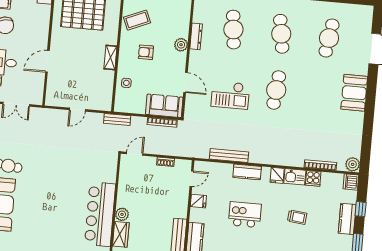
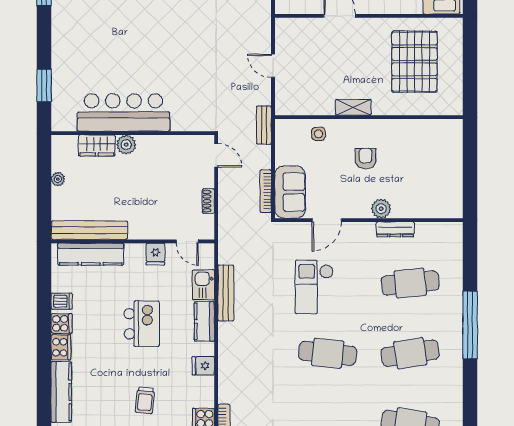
coffee table: (137, 20) -> (412, 141), removed
kitchen sink: (295, 177) -> (203, 285), moved

